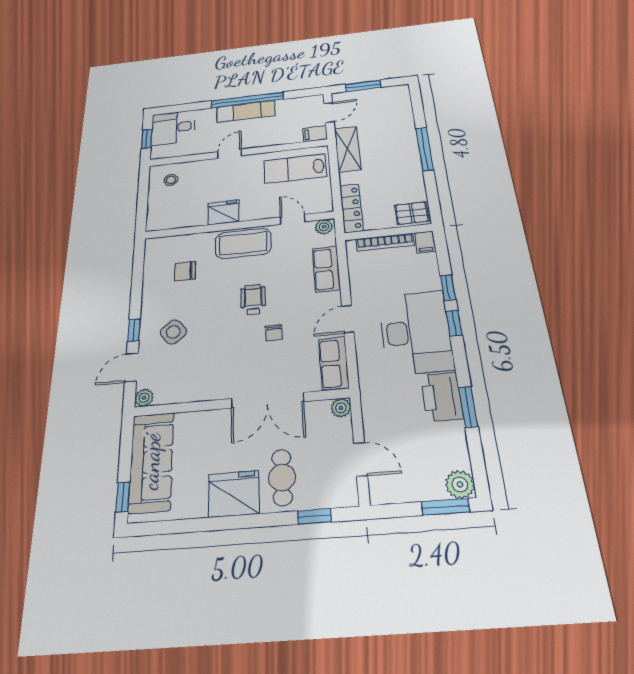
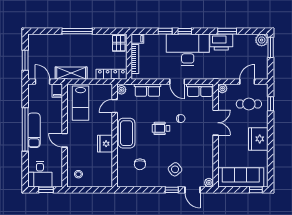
double door: (267, 400) -> (216, 123), width x0.73
cafe table: (282, 477) -> (249, 104), moved

